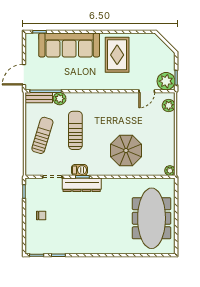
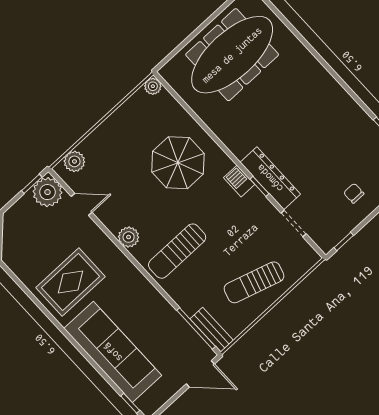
plant: (60, 99) -> (129, 237), moved
sun lounger: (75, 130) -> (177, 251), moved
barbecue: (79, 170) -> (239, 181), moved

